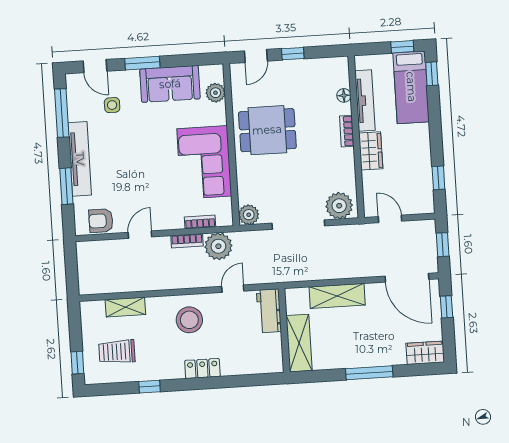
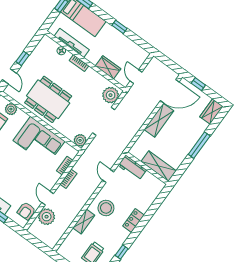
dining table: (267, 130) -> (48, 99), width x1.38
wardrobe: (371, 151) -> (108, 67), moved
window: (438, 178) -> (120, 27), moved
door: (390, 219) -> (136, 77), hinge flipped
window: (443, 245) -> (168, 62), removed
plant: (218, 246) -> (47, 217), moved
shelving: (337, 296) -> (159, 120), moved
shelving: (125, 307) -> (84, 222), moved

